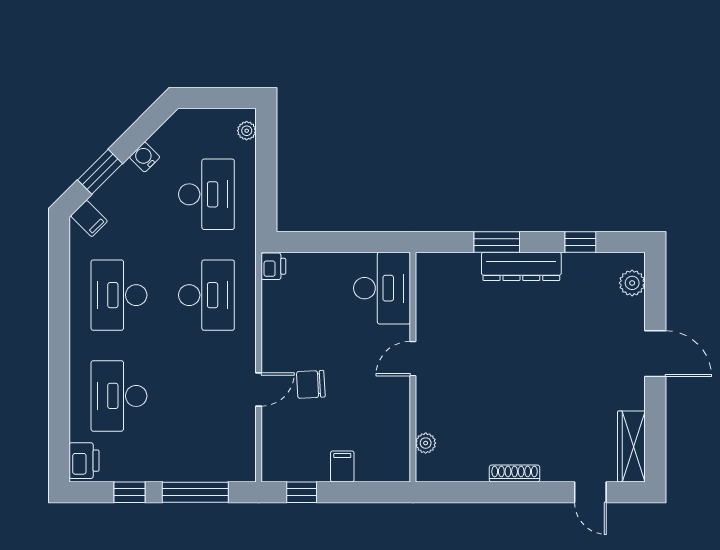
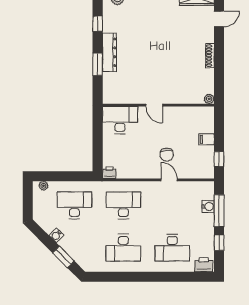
filing cabinet: (89, 218) -> (86, 262), removed
plant: (426, 443) -> (209, 99), moved
water cooler: (204, 470) -> (208, 206), added

